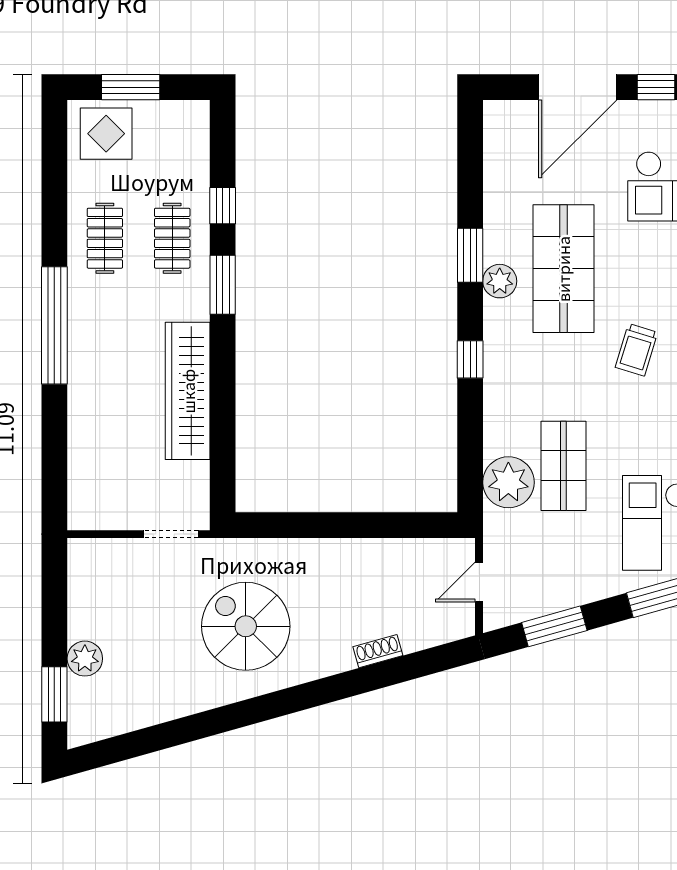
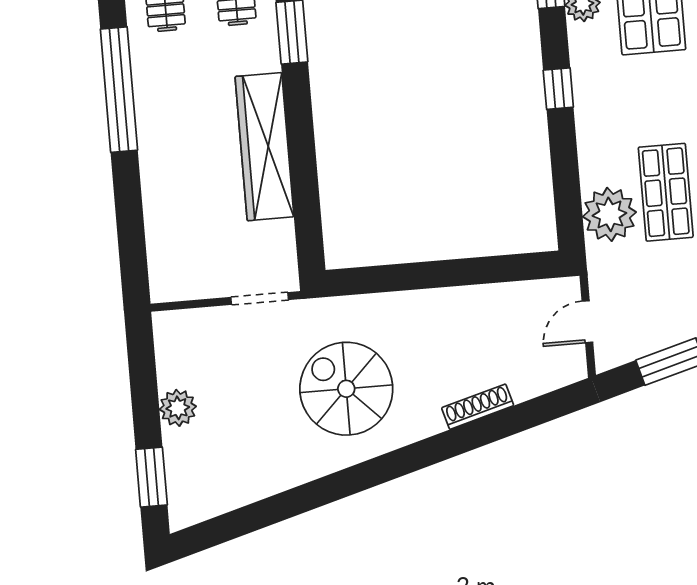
shoe rack: (378, 651) -> (478, 407), width x1.43
plant: (85, 659) -> (178, 408), moved

